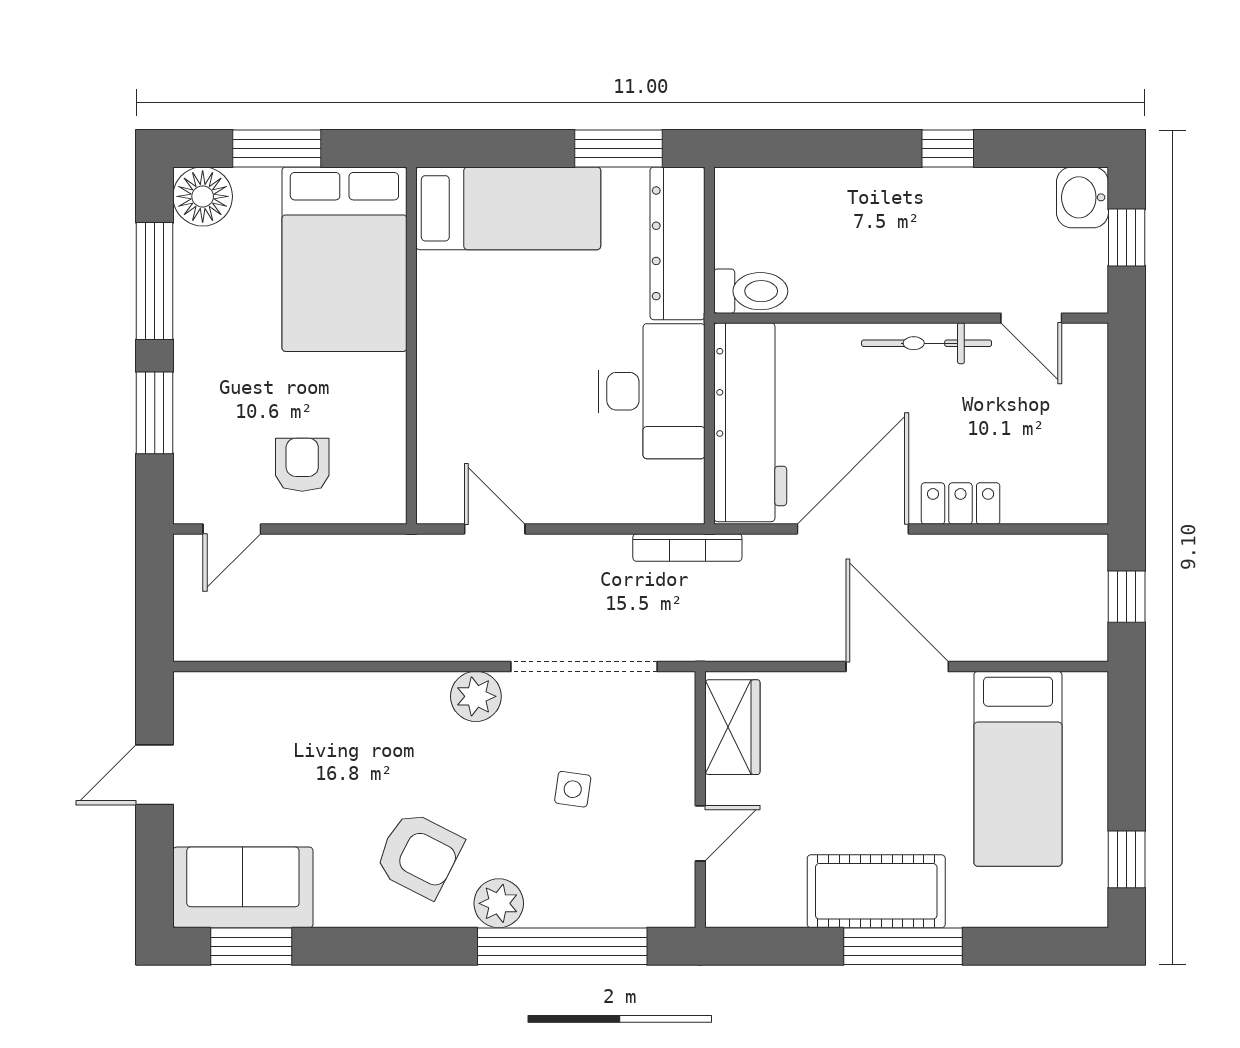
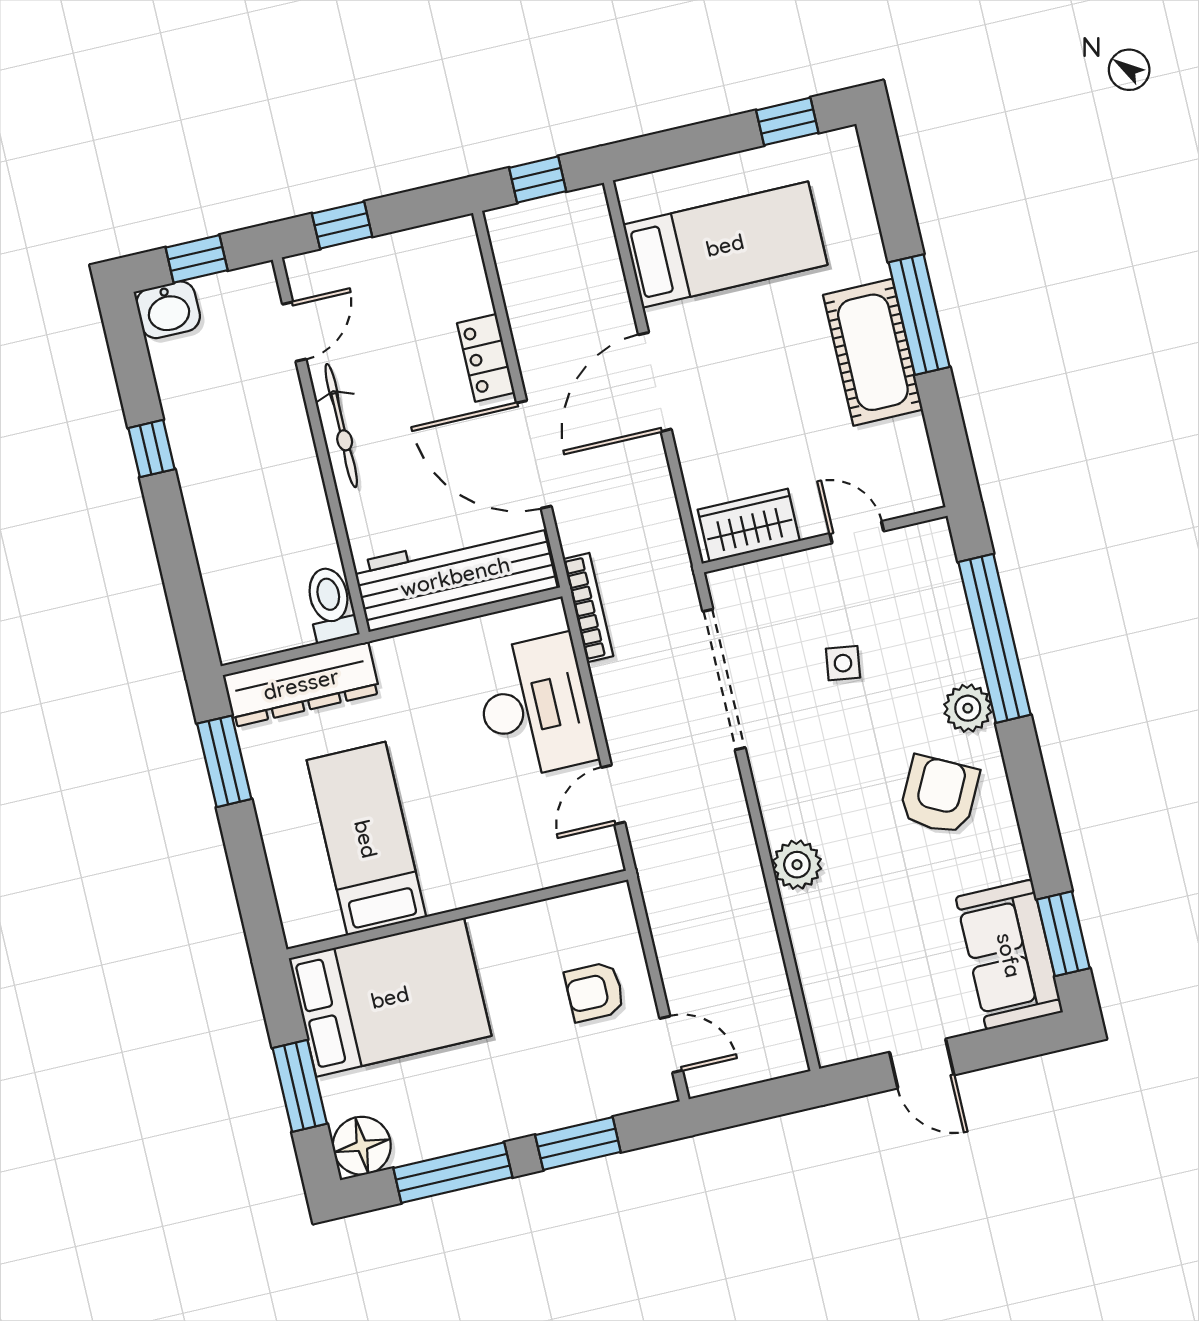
bed: (508, 208) -> (366, 839), moved
desk: (652, 391) -> (535, 707), moved, turned 90
window: (1127, 391) -> (342, 225), added
plant: (476, 696) -> (797, 865), moved

